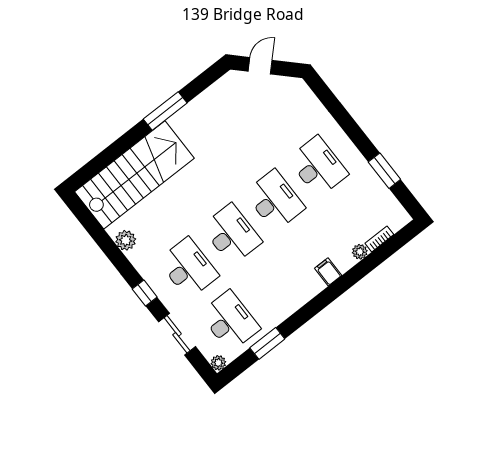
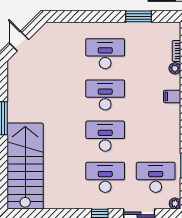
plant: (126, 240) -> (60, 202), removed

